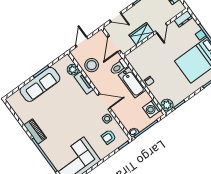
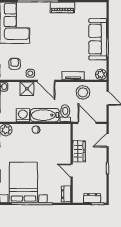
plant: (73, 70) -> (101, 74), moved
door: (104, 102) -> (46, 81), hinge flipped
washing machine: (152, 109) -> (23, 115), moved
shower: (122, 112) -> (27, 89), added

